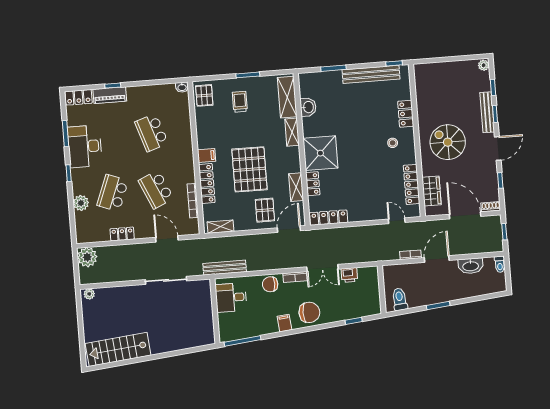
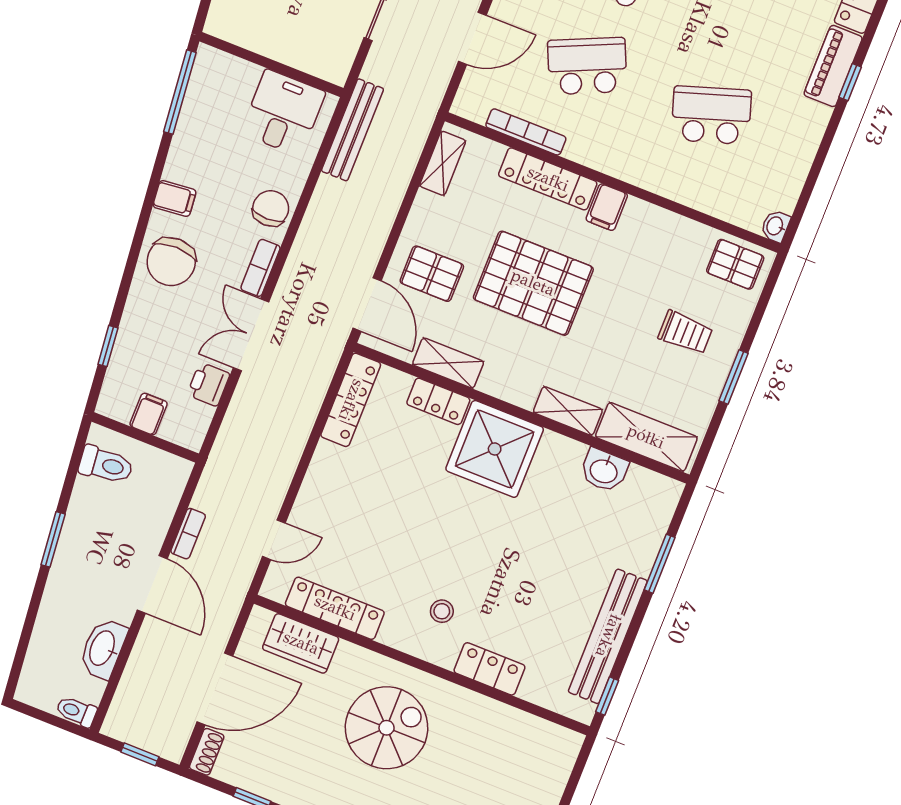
filing cabinet: (372, 292) -> (149, 414), added

